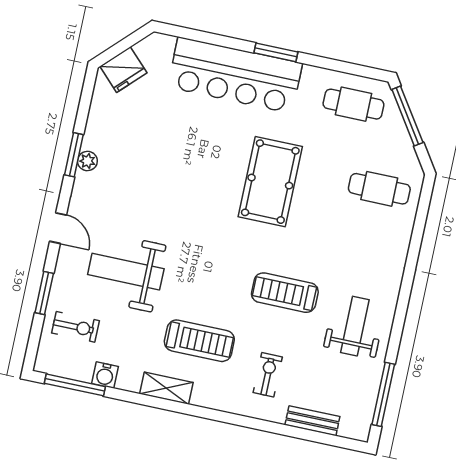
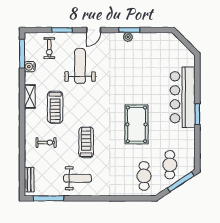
fridge: (123, 70) -> (174, 45), removed
cafe table: (353, 104) -> (170, 165), moved
pool table: (270, 182) -> (136, 124), turned 90
bench: (312, 421) -> (29, 180), moved

